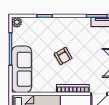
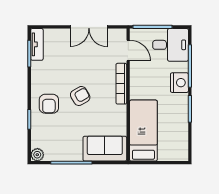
armchair: (57, 31) -> (49, 104), added
sofa: (22, 69) -> (105, 149), width x0.73

